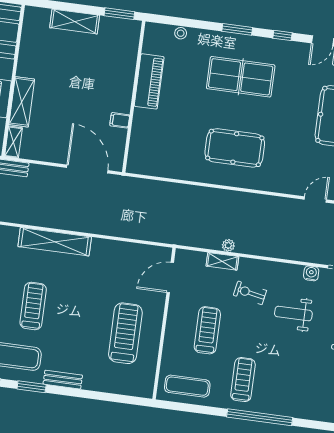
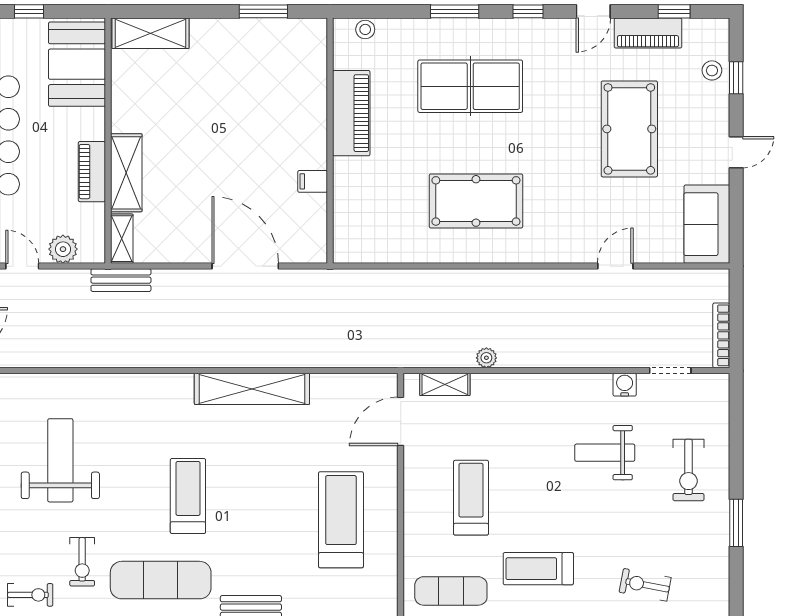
shelving: (75, 21) -> (151, 33), moved
piano: (149, 81) -> (351, 113), moved
wall: (134, 97) -> (330, 141), moved
filing cabinet: (120, 120) -> (313, 181), moved
shelving: (55, 242) -> (252, 389), moved
shelving: (222, 261) -> (445, 384), moved
exercise bike: (250, 293) -> (645, 585), moved
treadmill: (243, 380) -> (538, 569), turned -90

